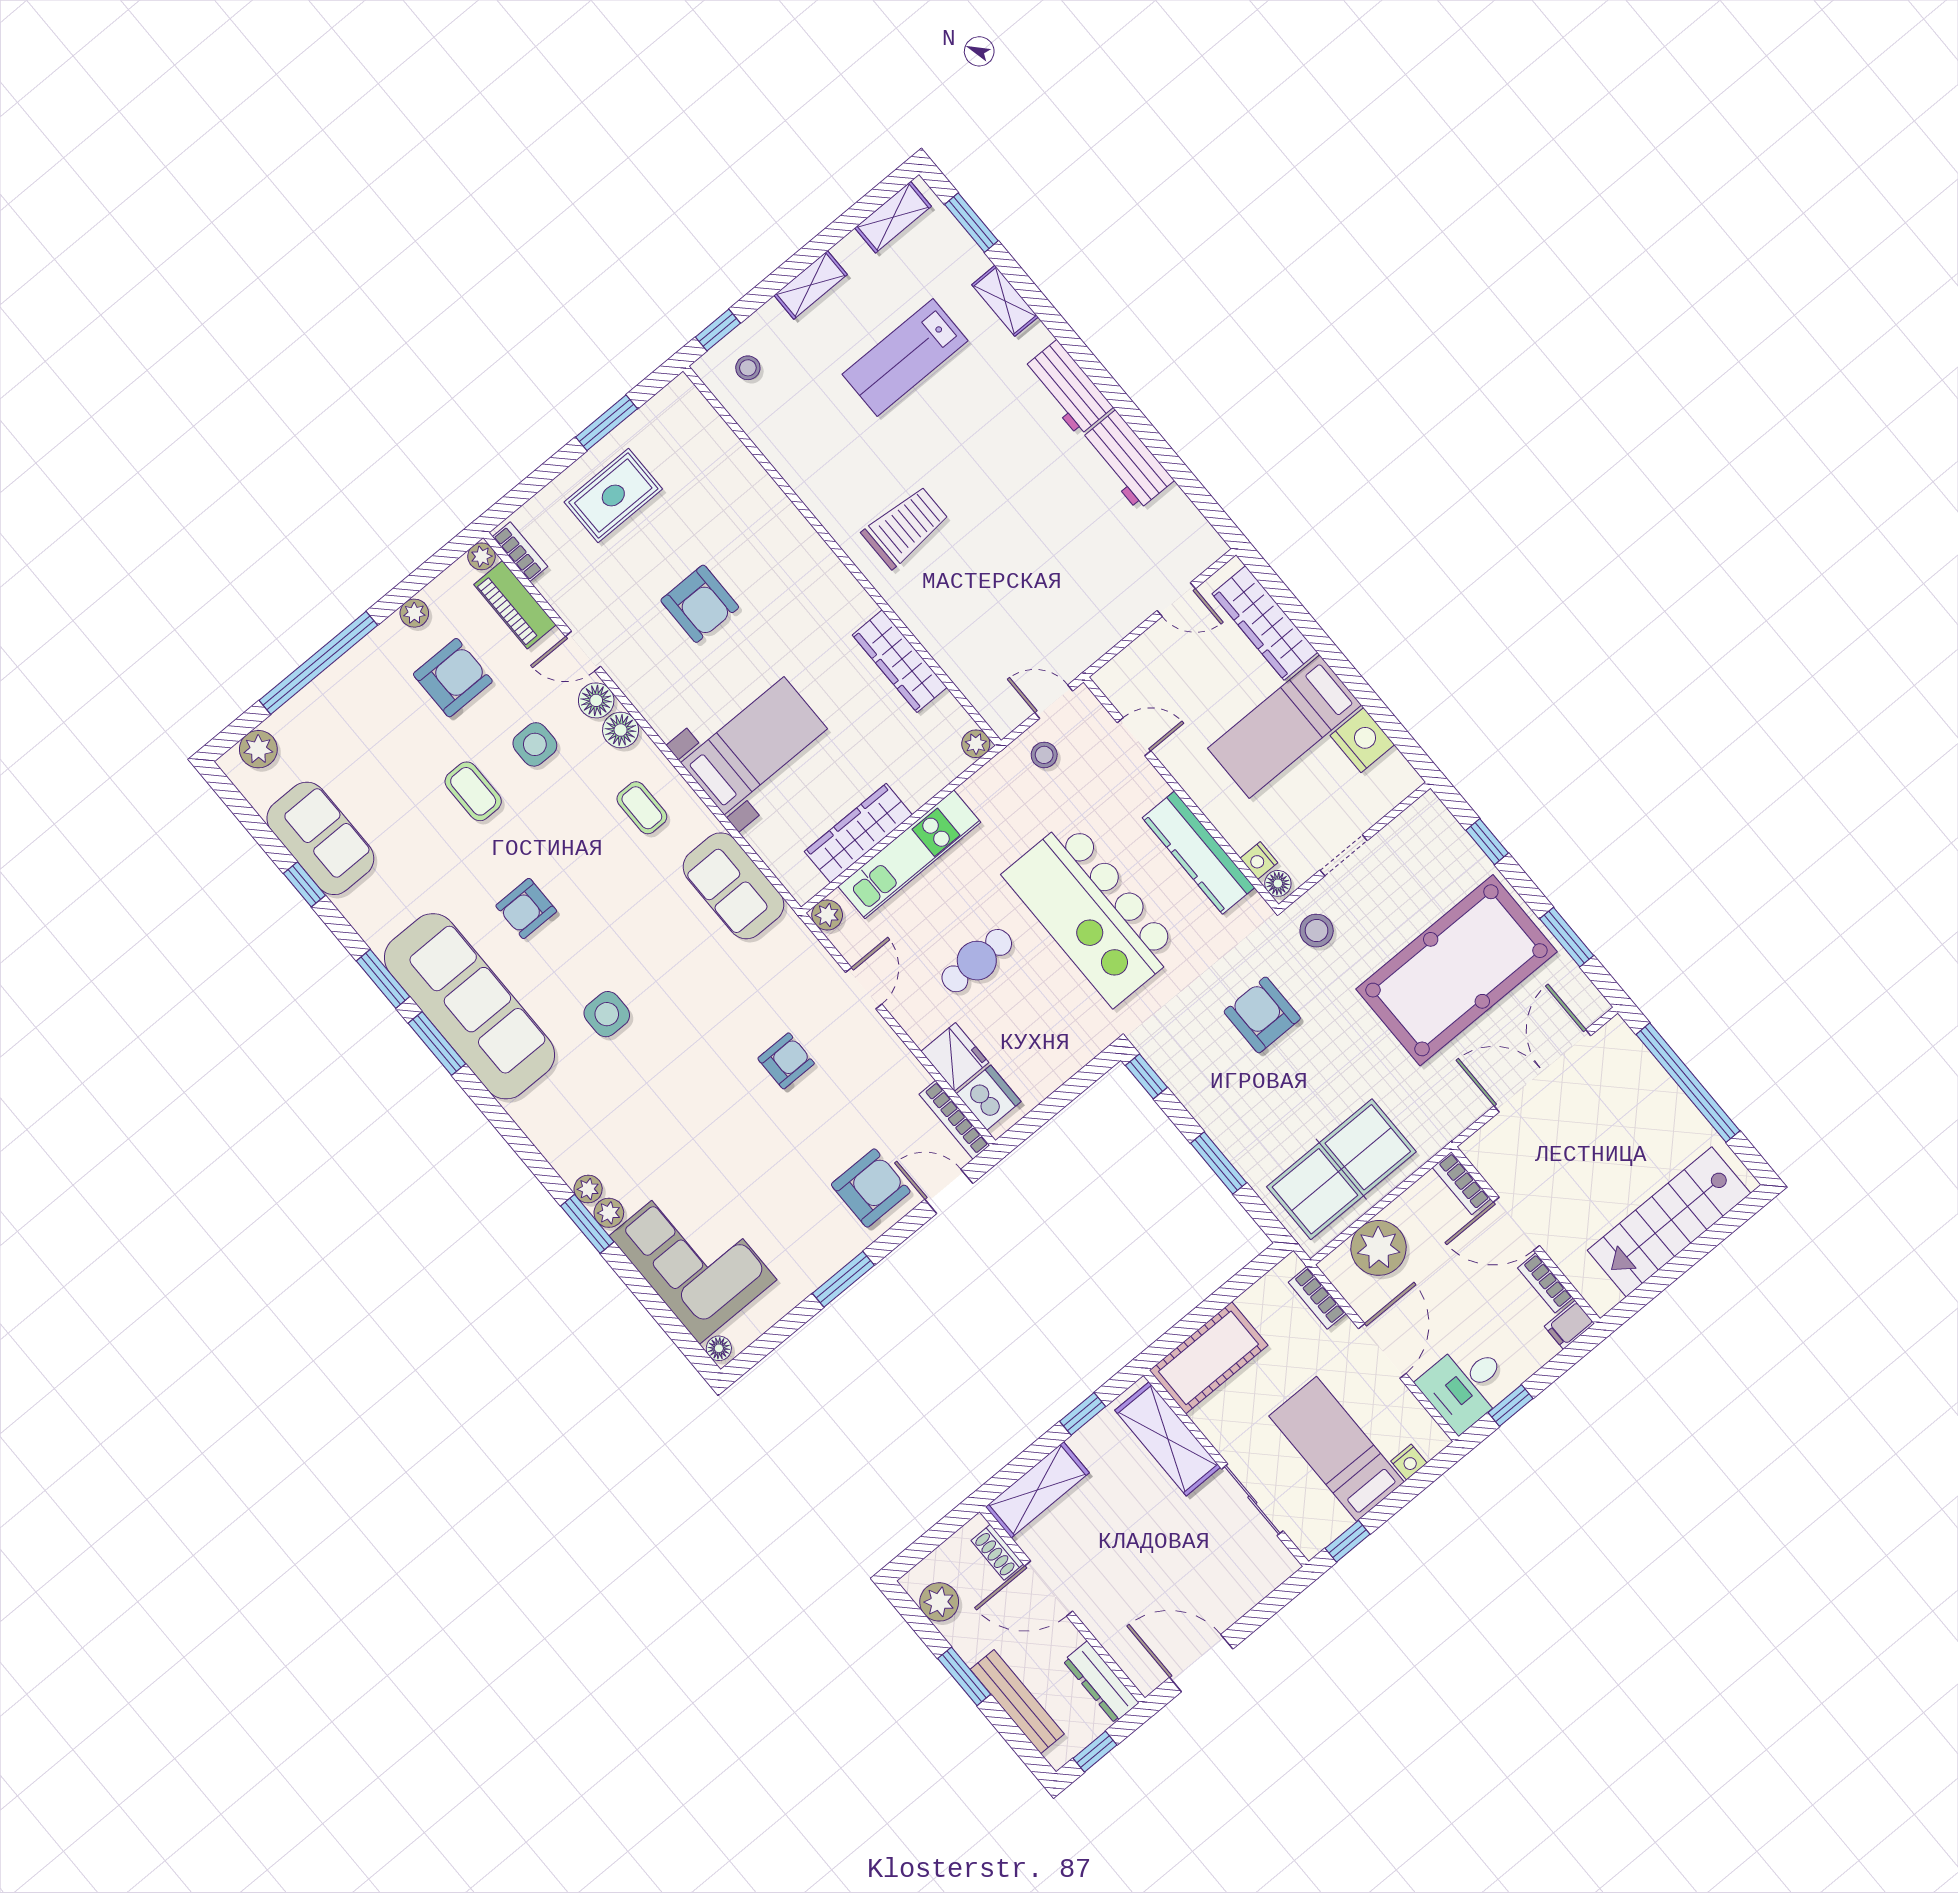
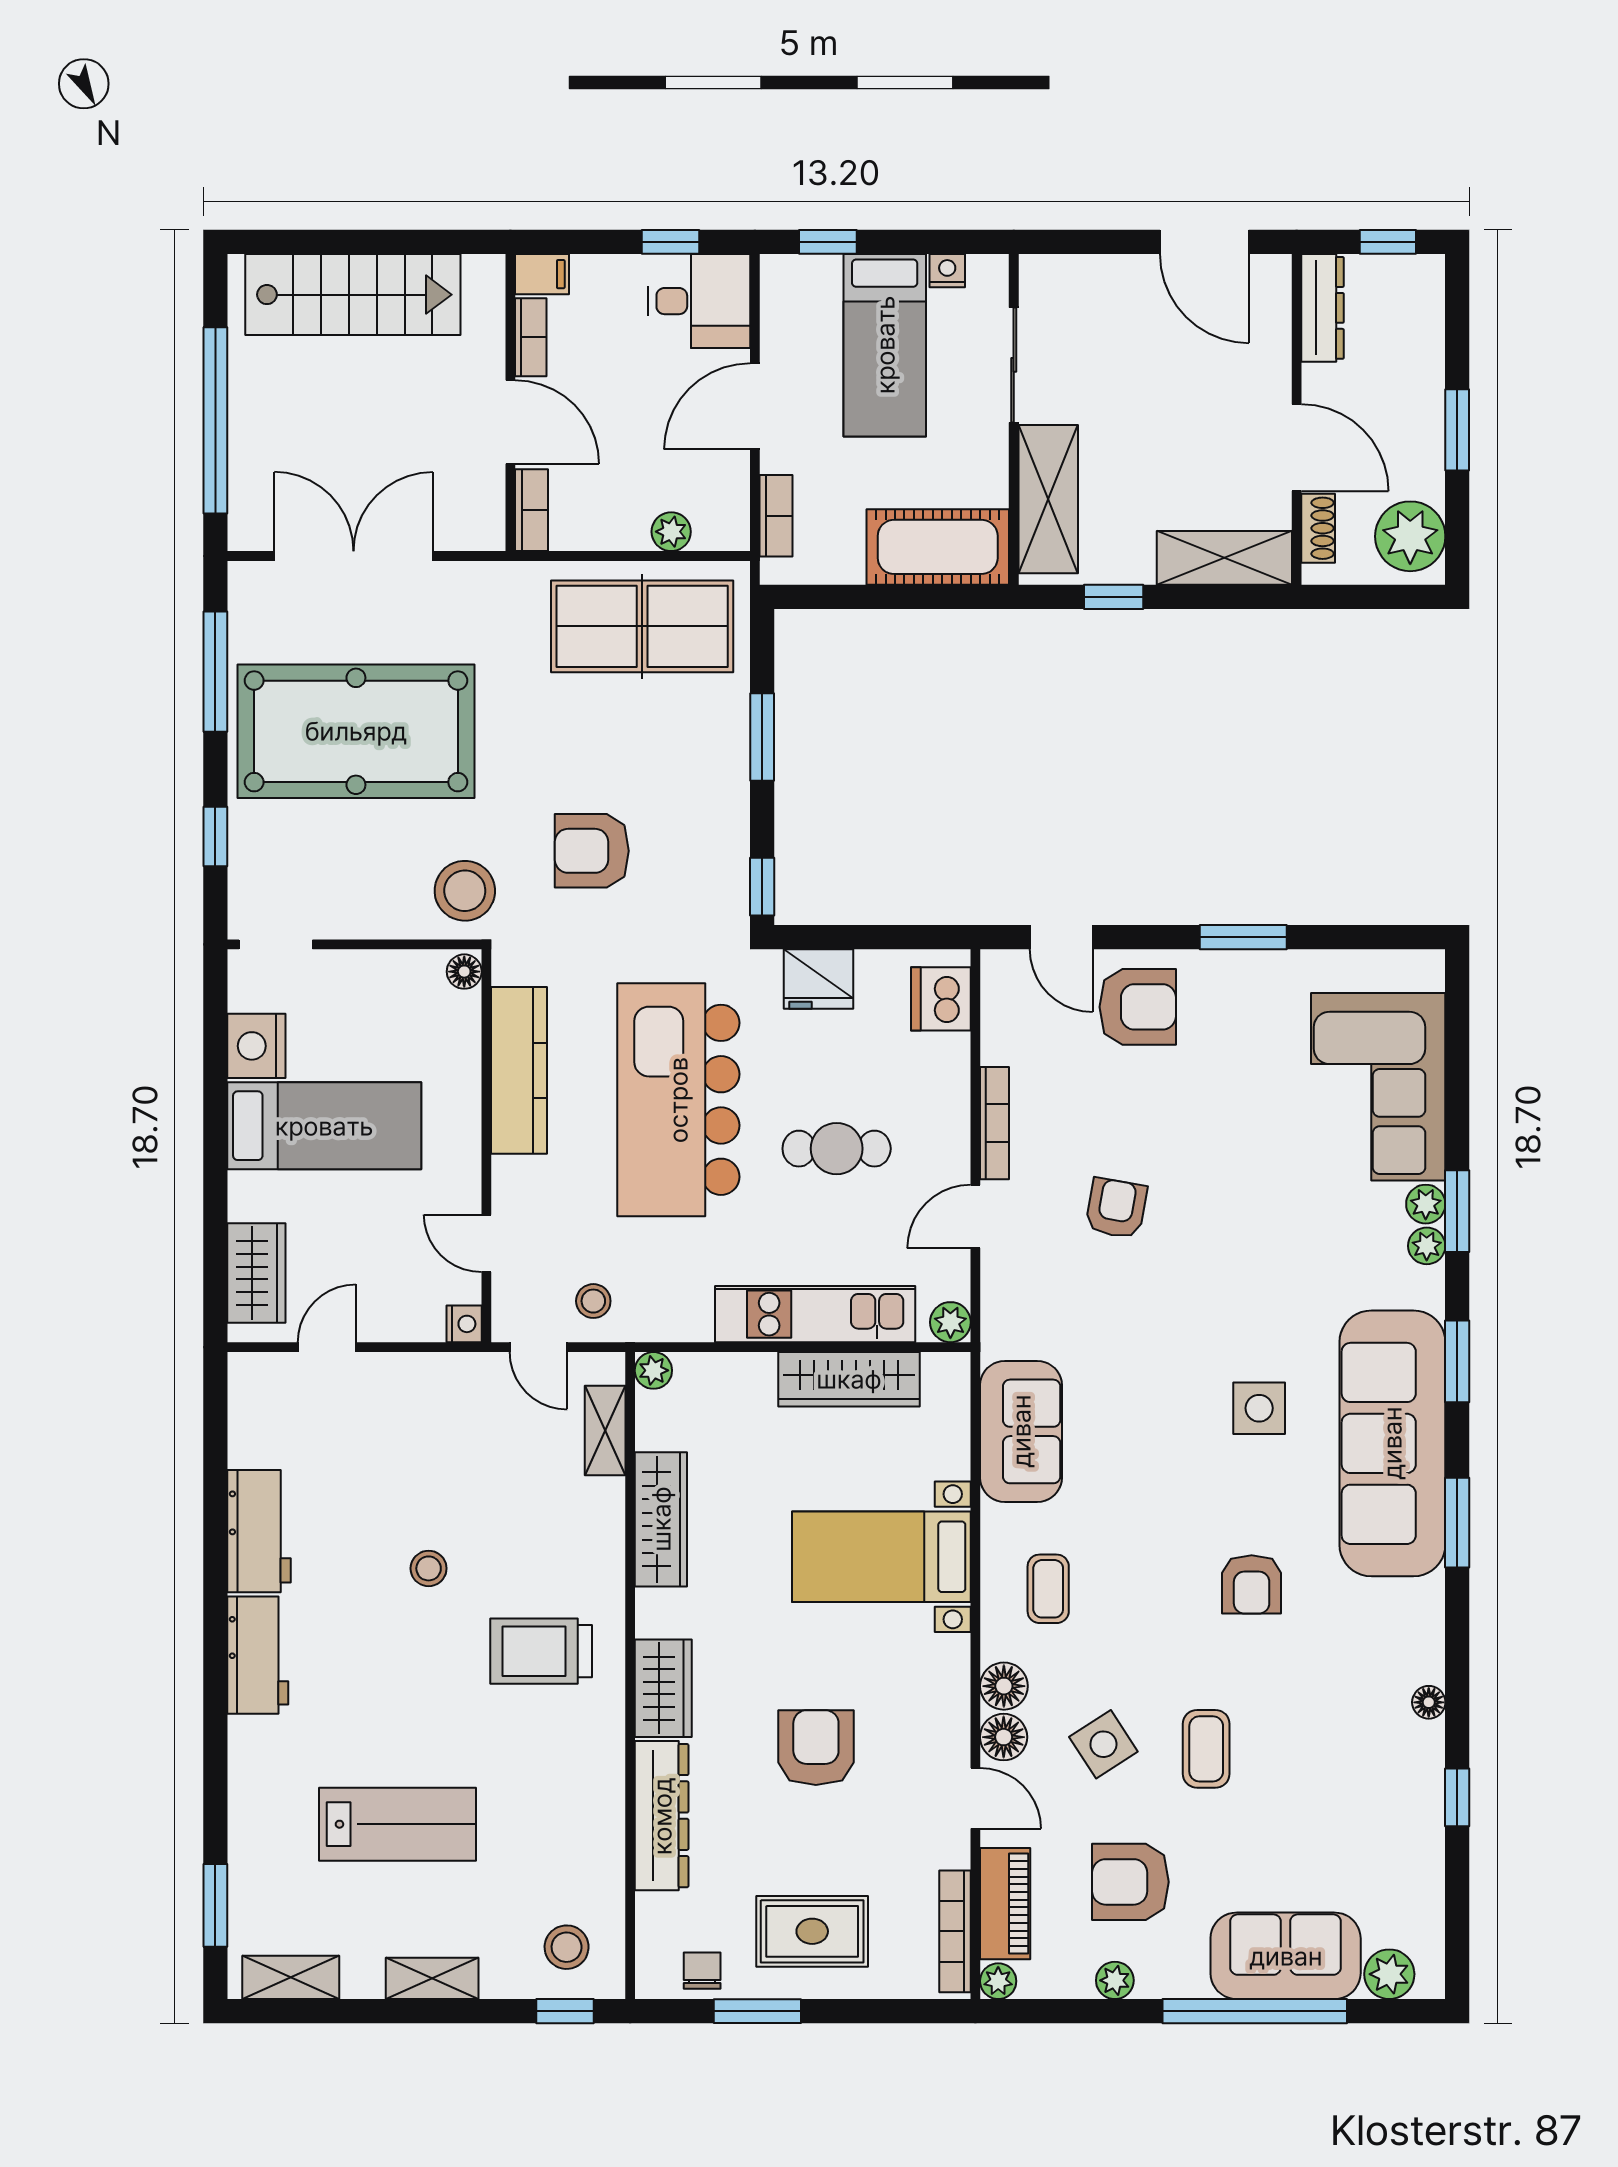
shelving: (1005, 301) -> (605, 1431), moved
stool: (748, 368) -> (567, 1947), width x1.37, depth x1.37
chair: (658, 420) -> (702, 1971), added
dresser: (756, 490) -> (662, 1816), added
stool: (1011, 521) -> (429, 1568), added
bookcase: (520, 552) -> (955, 1931), width x1.56
wardrobe: (817, 565) -> (663, 1688), added
door: (1176, 600) -> (327, 1347), hinge flipped
wardrobe: (1265, 623) -> (256, 1273), width x0.67
side table: (535, 744) -> (1103, 1744), turned -33
sofa: (320, 838) -> (1286, 1956), moved, turned 90
doorway: (1344, 855) -> (276, 944), moved
nightstand: (1259, 860) -> (464, 1324), moved
armchair: (526, 908) -> (1252, 1584), turned 90
kitchen island: (1092, 912) -> (678, 1100), turned 180
stool: (1317, 931) -> (465, 891), width x1.38, depth x1.38
window: (1567, 937) -> (215, 672), width x1.44
window: (383, 979) -> (1457, 1361), moved
sofa: (469, 1006) -> (1392, 1443), moved
armchair: (1262, 1015) -> (592, 851), turned 90
fridge: (955, 1057) -> (818, 979), moved, turned -90
armchair: (786, 1061) -> (1116, 1208), turned 100
double door: (1542, 1071) -> (354, 556), swing flipped
bookcase: (954, 1120) -> (995, 1123), moved
armchair: (871, 1188) -> (1138, 1007), turned 180
plant: (1378, 1248) -> (671, 532), width x0.53, depth x0.53
floor lamp: (719, 1348) -> (1429, 1702), moved
nightstand: (1409, 1462) -> (947, 271), moved
window: (1348, 1541) -> (828, 242), moved
plant: (939, 1602) -> (1410, 536), width x1.36, depth x1.36
bench: (1017, 1702) -> (1425, 359), removed

